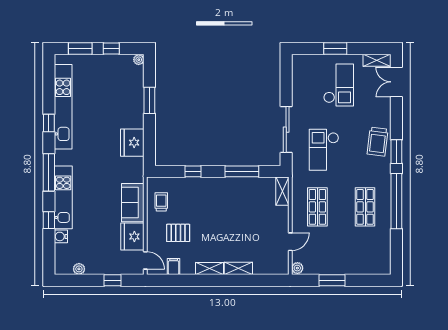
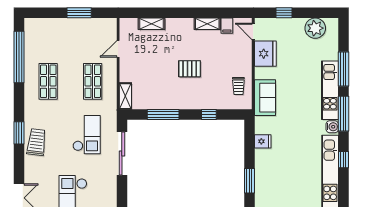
fridge: (132, 143) -> (263, 141), width x0.53, depth x0.75
window: (396, 201) -> (19, 57), moved
sofa: (133, 203) -> (265, 98), moved
window: (49, 220) -> (343, 69), width x2.17
pallet: (178, 233) -> (190, 69), moved
water cooler: (61, 236) -> (332, 127), moved
shelving: (238, 268) -> (151, 24), moved
plant: (297, 268) -> (111, 24), removed
plant: (79, 269) -> (315, 28), width x1.87, depth x1.87
shelving: (209, 269) -> (207, 24), moved

